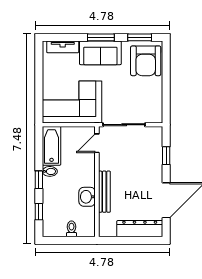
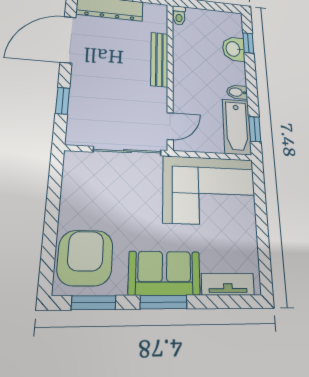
window: (39, 180) -> (255, 129), moved
washbasin: (87, 197) -> (234, 49), moved, turned 180
toilet: (72, 229) -> (179, 15), moved

